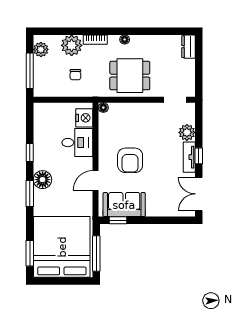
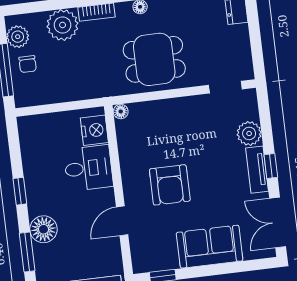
chair: (75, 75) -> (28, 64), moved
sofa: (124, 205) -> (210, 247), moved

